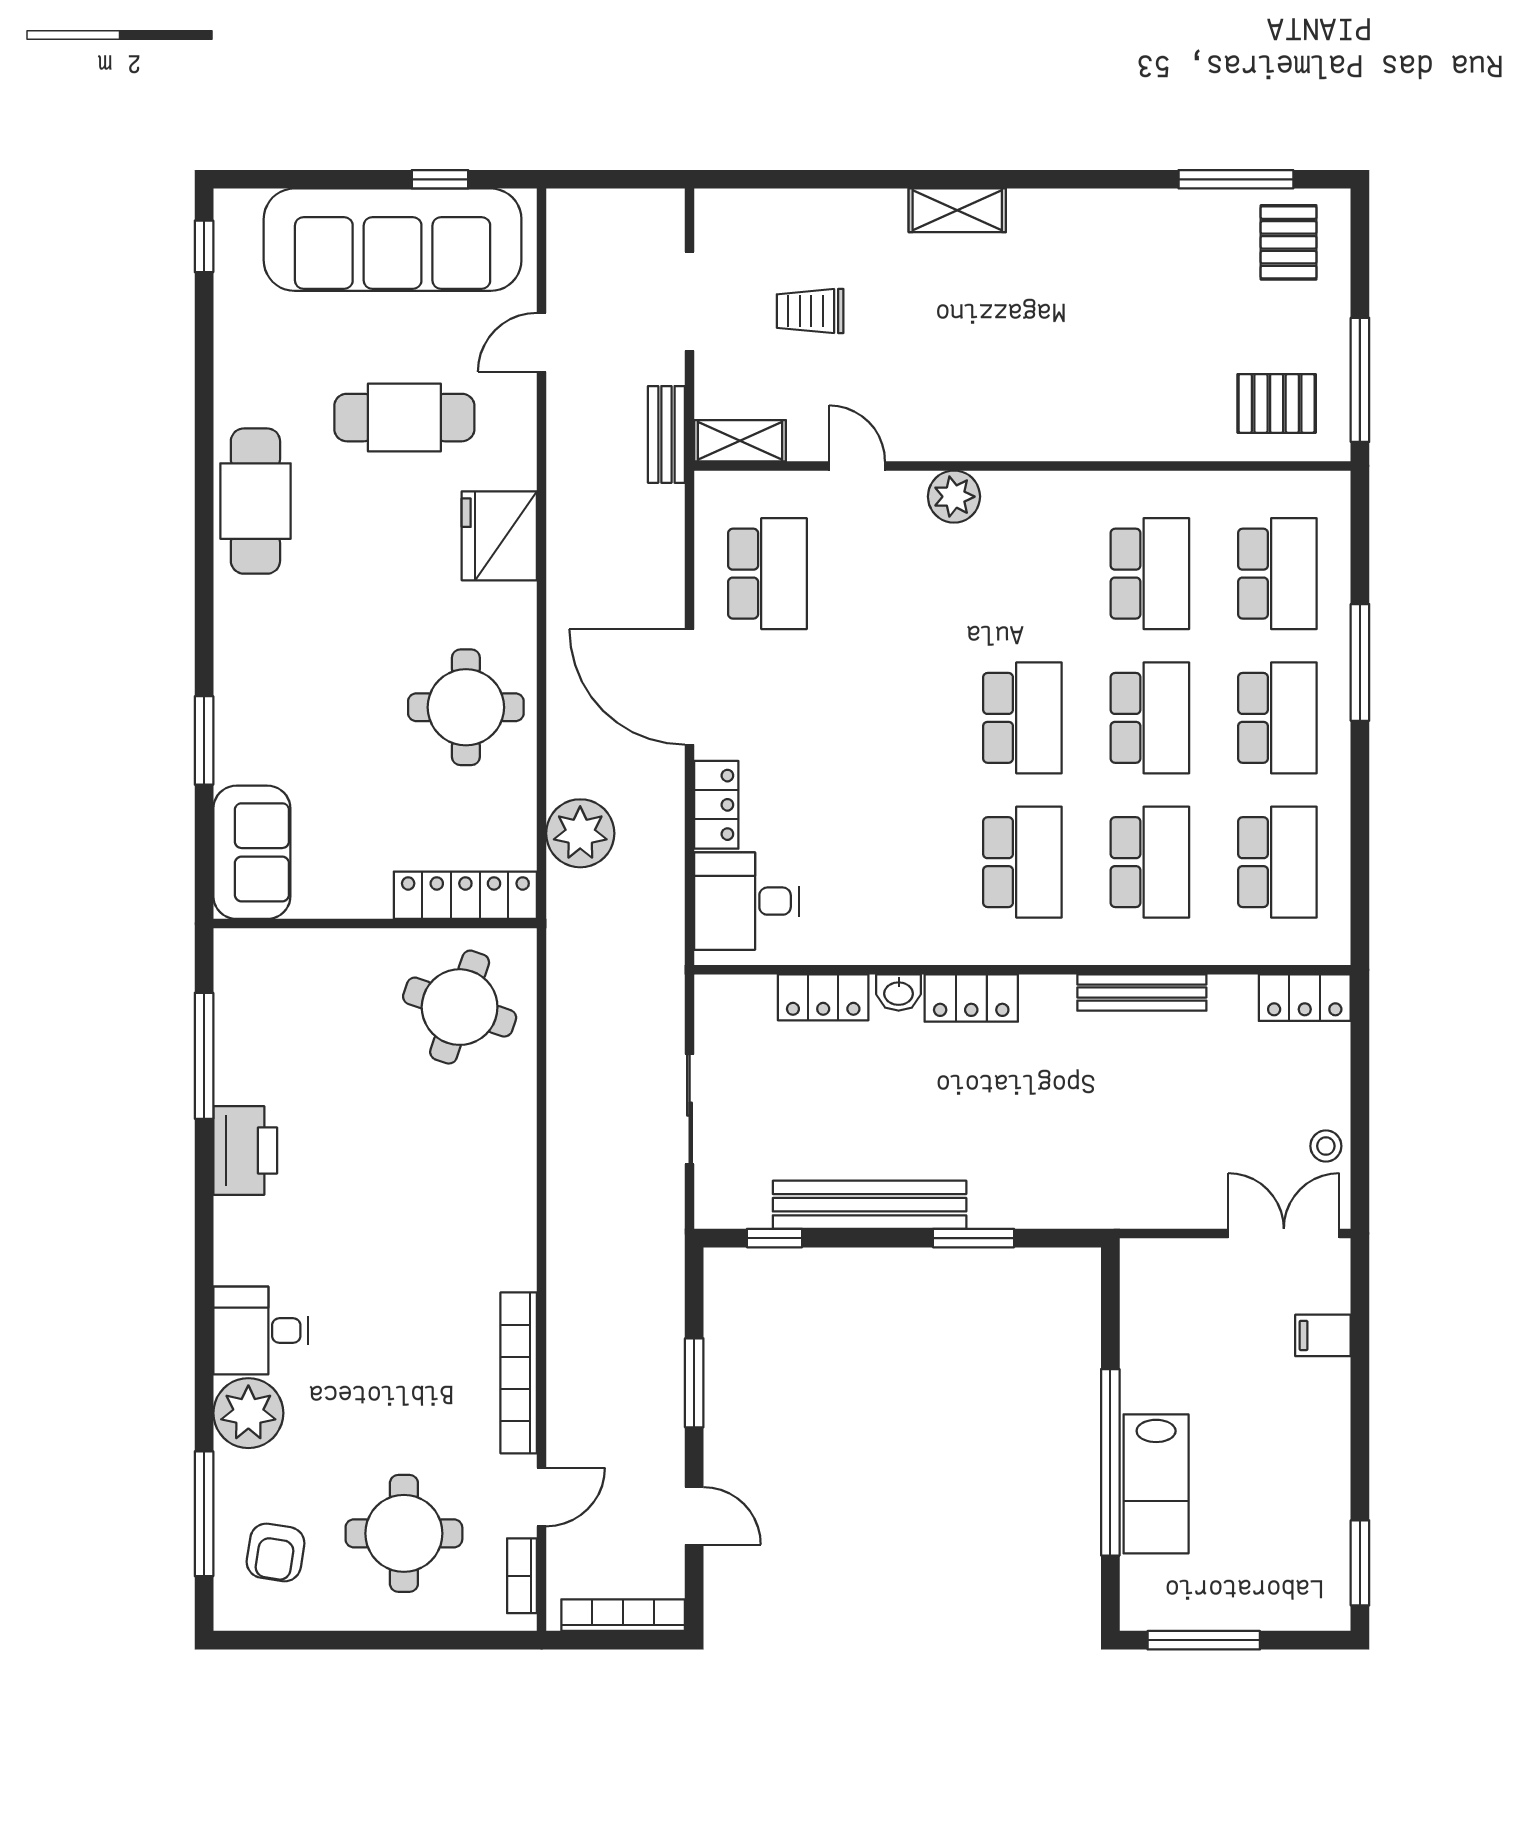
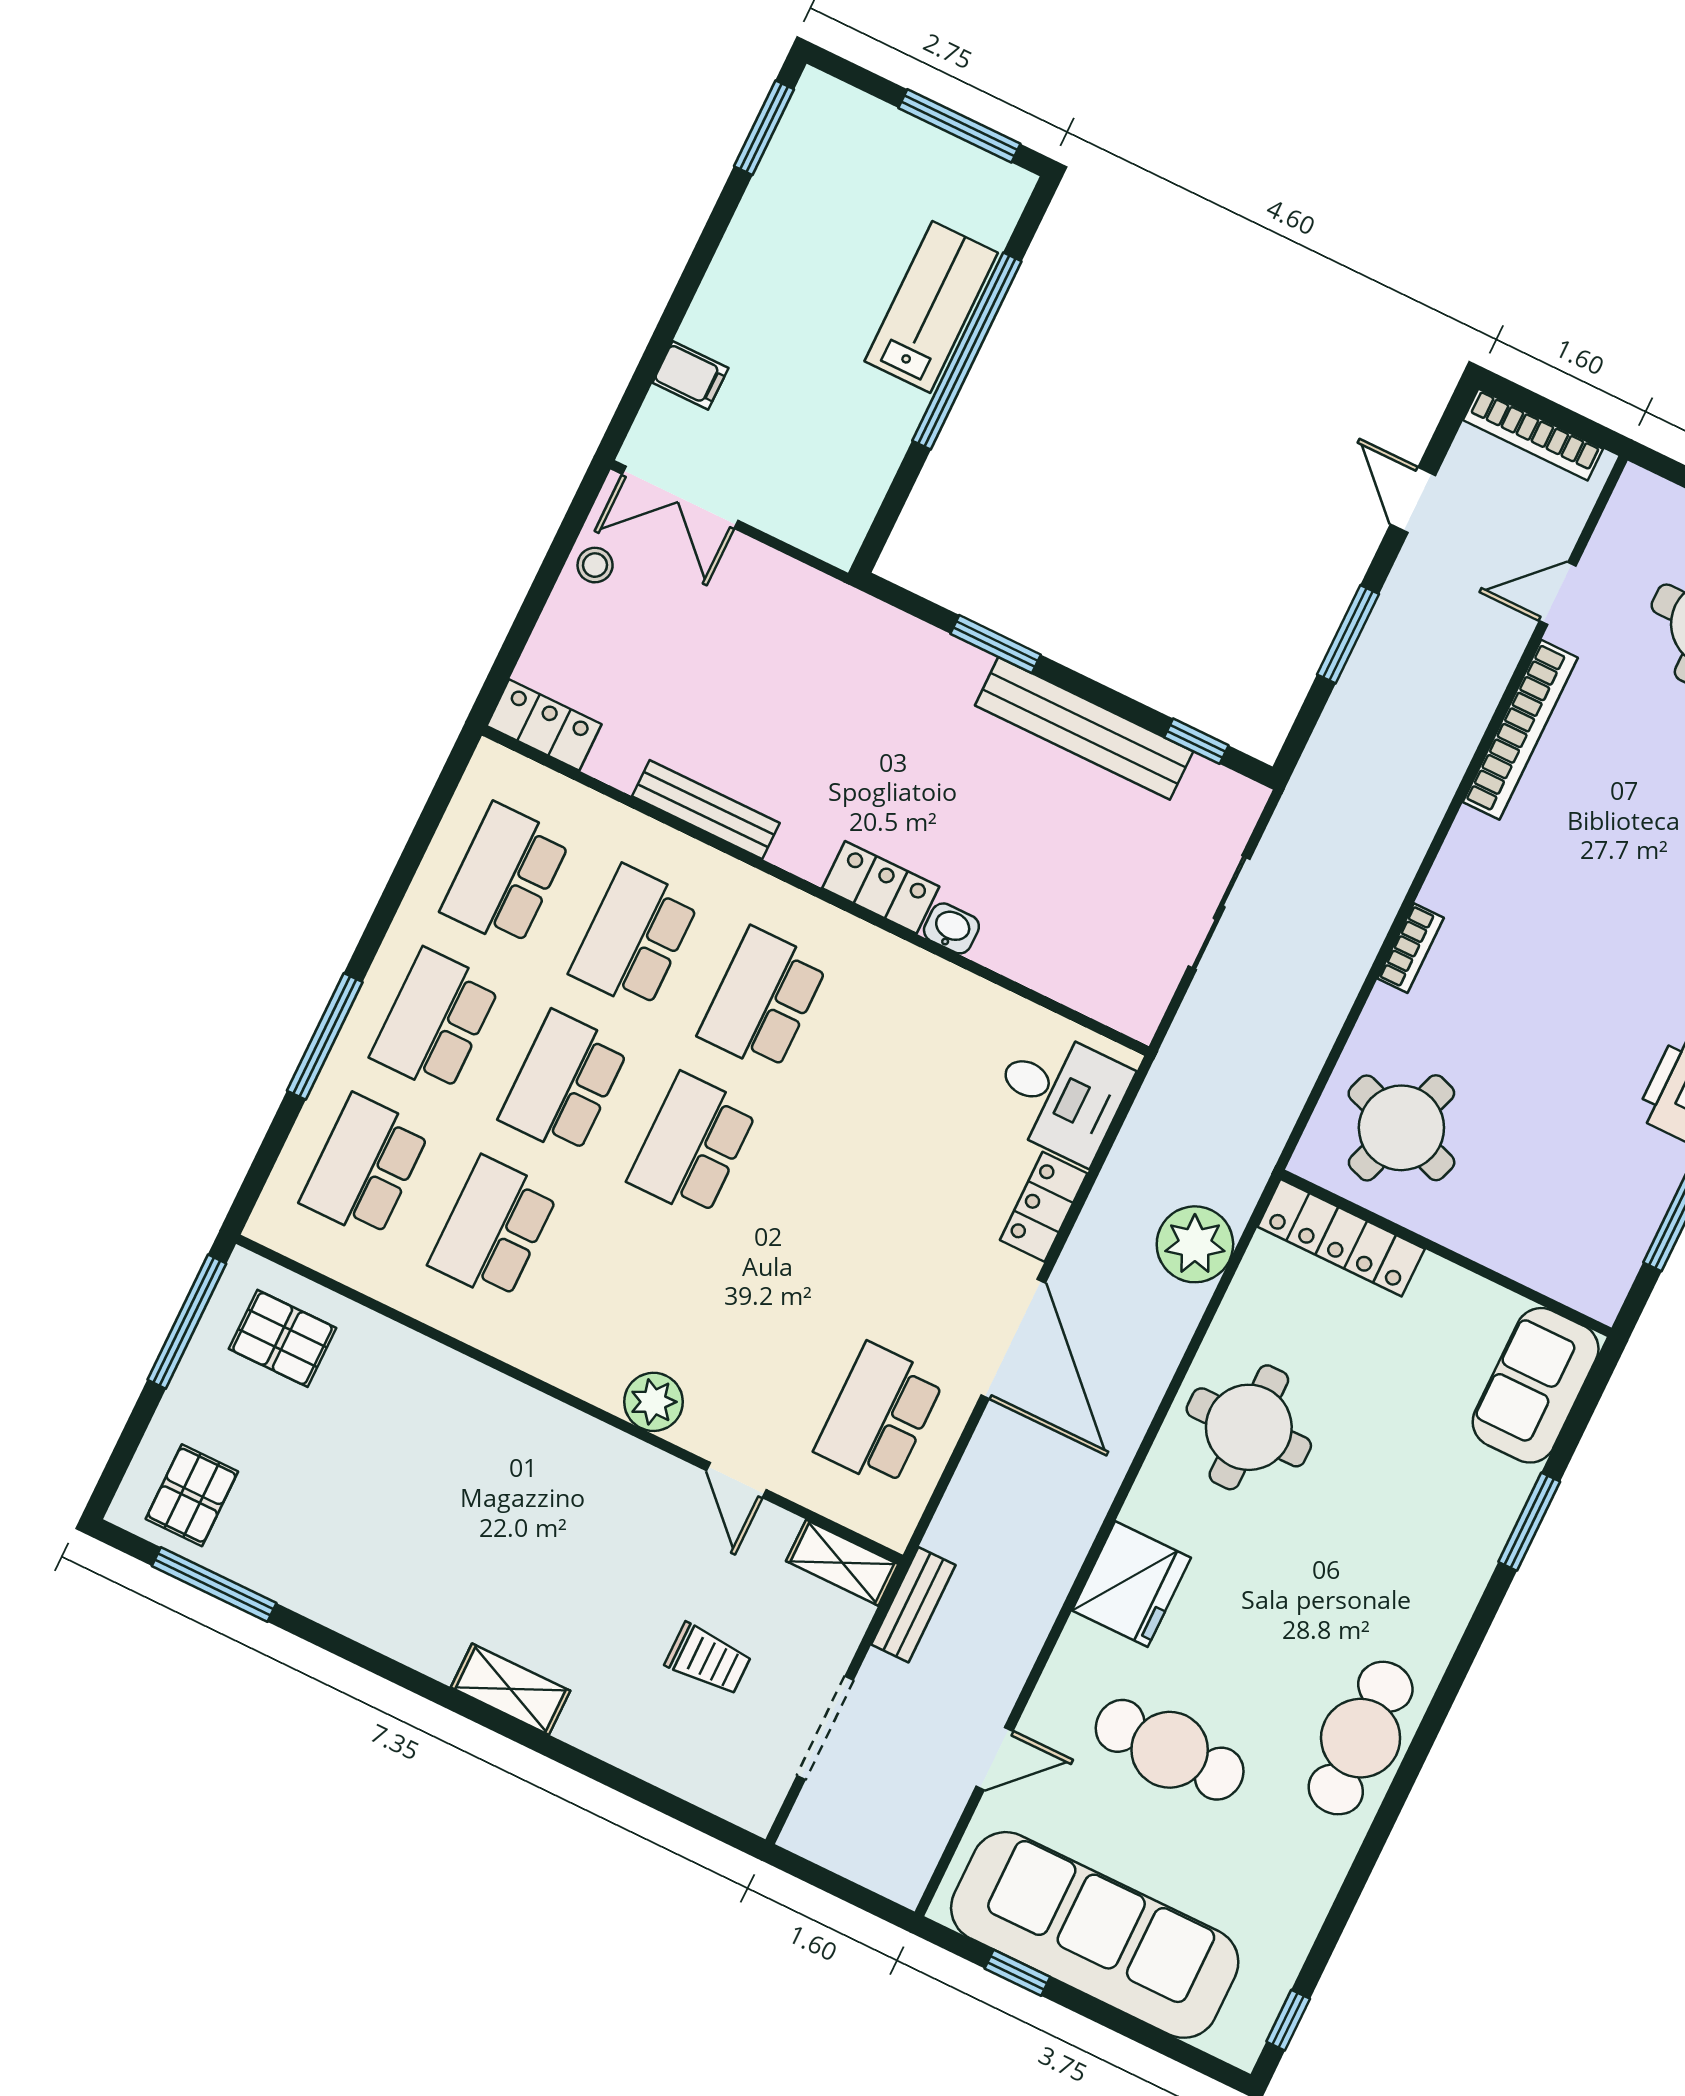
locker: (823, 997) -> (1030, 960), removed
bookcase: (522, 1576) -> (1411, 948), moved

